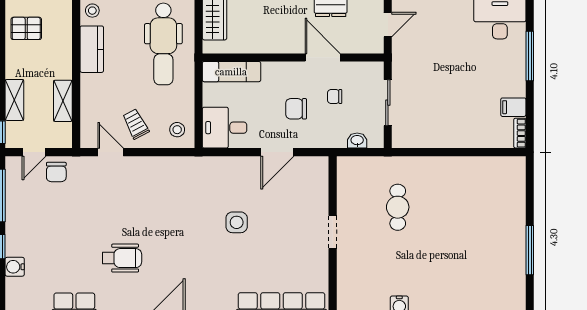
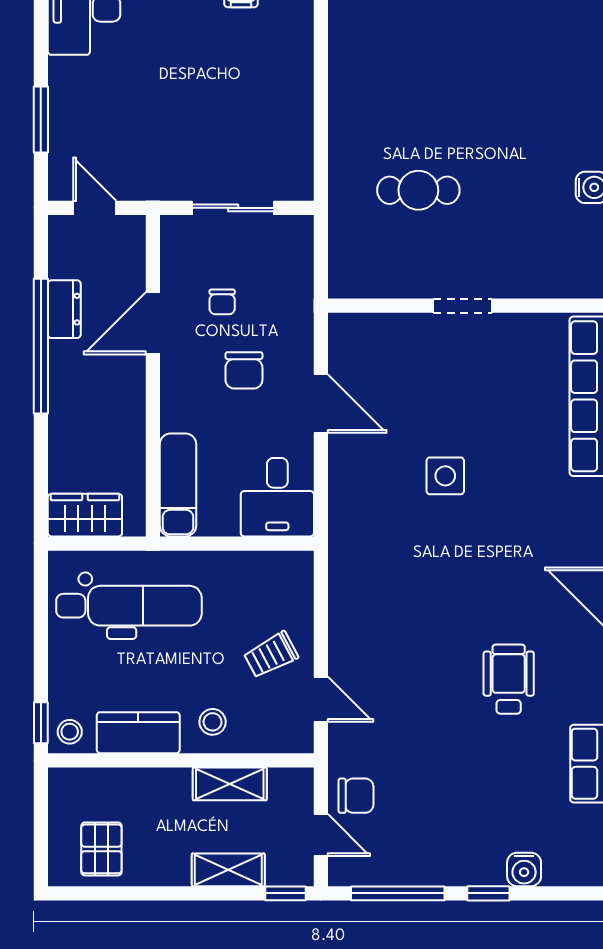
stool: (177, 130) -> (213, 722), moved
washbasin: (357, 141) -> (300, 262), removed
door: (111, 152) -> (321, 699), swing flipped

